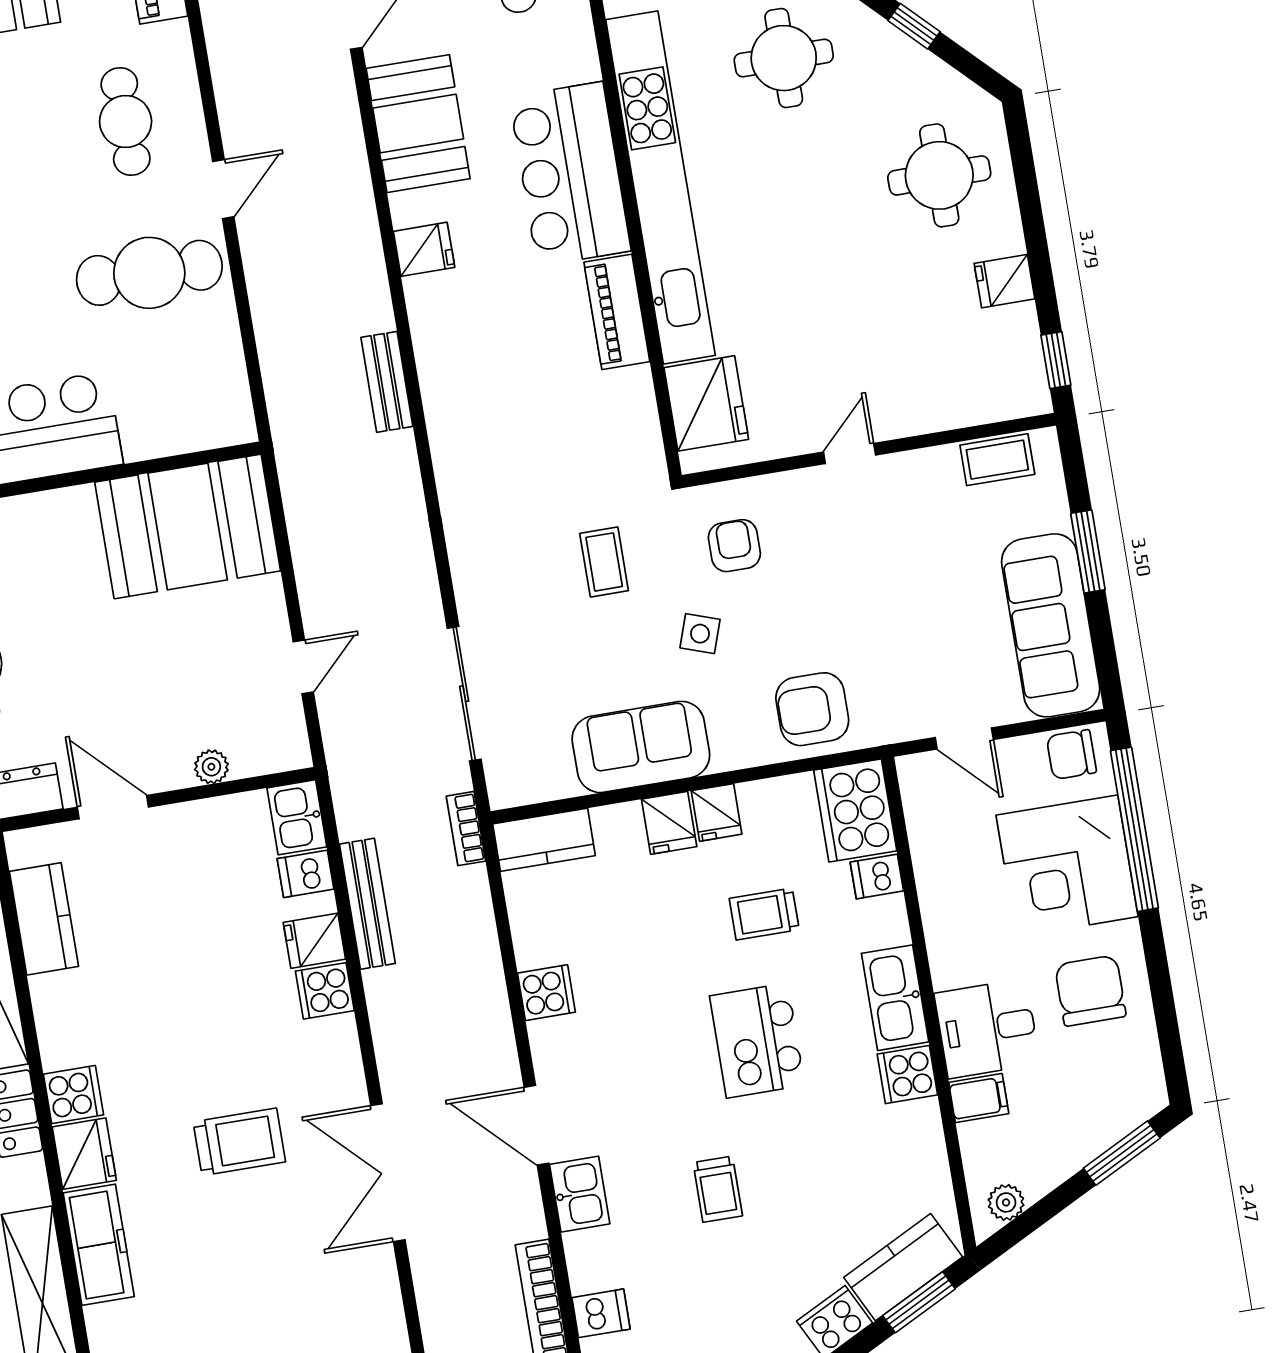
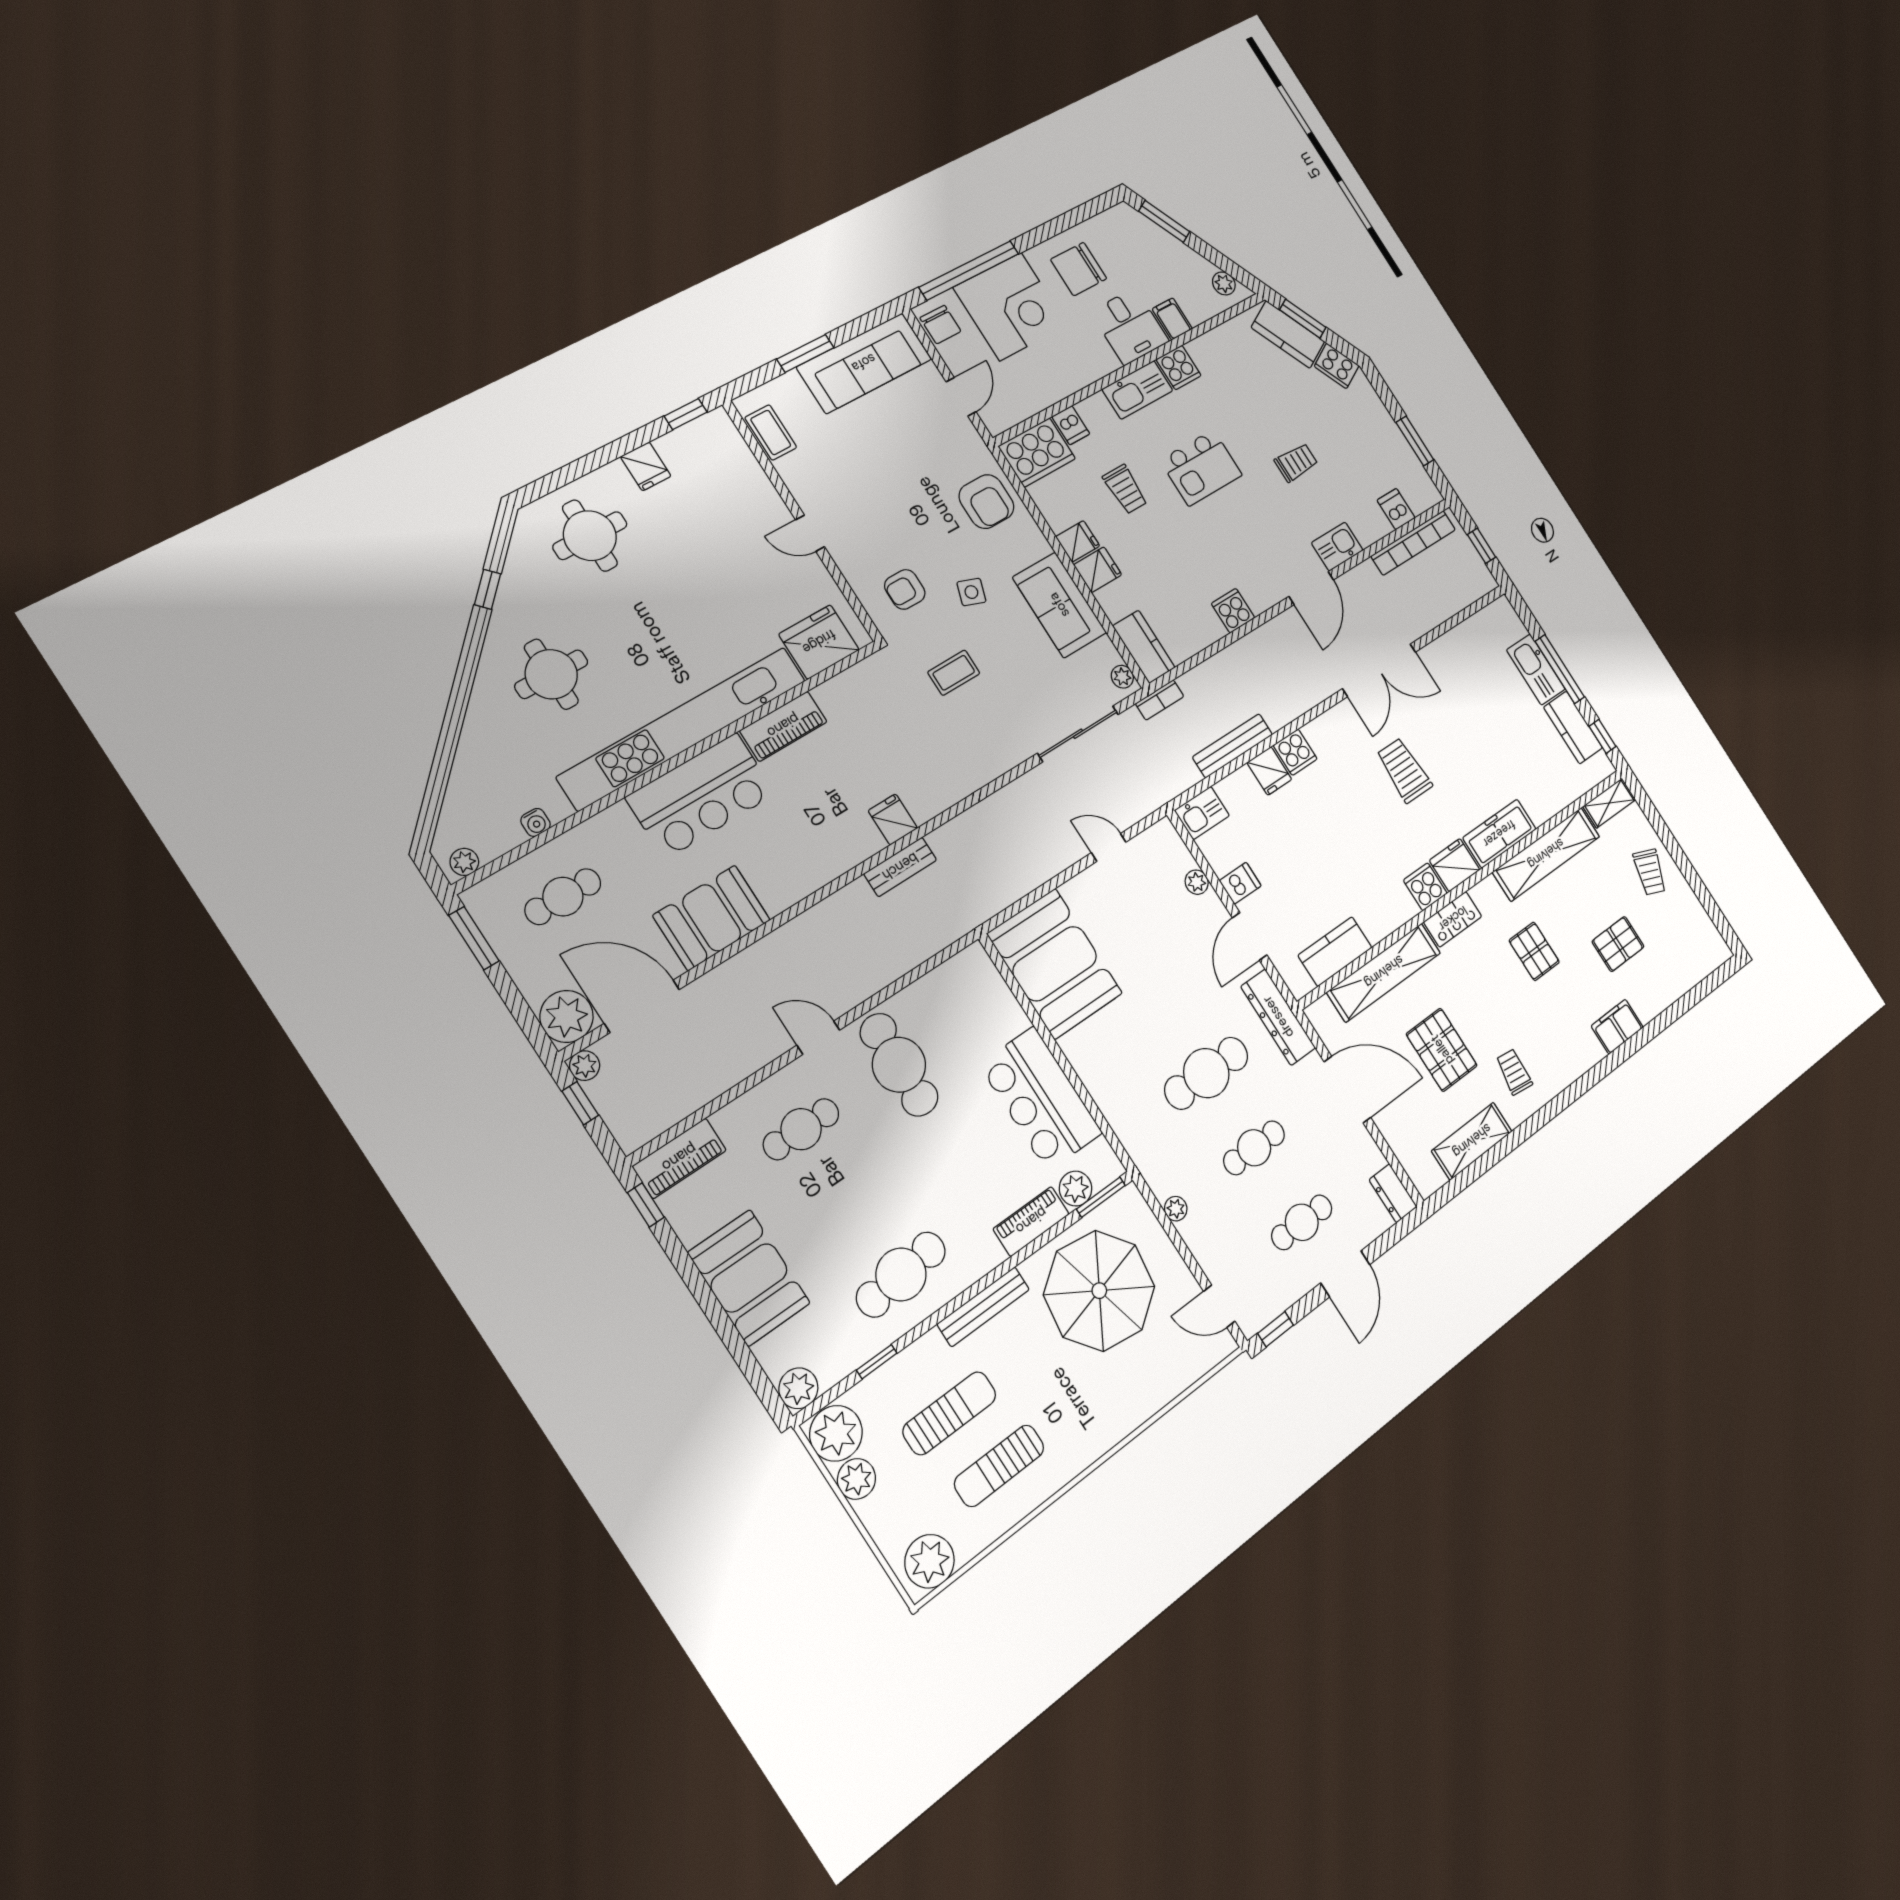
fridge: (424, 249) -> (893, 819), moved
plant: (516, 790) -> (1122, 677), added
dishwasher: (306, 874) -> (1240, 883), moved, turned -90

